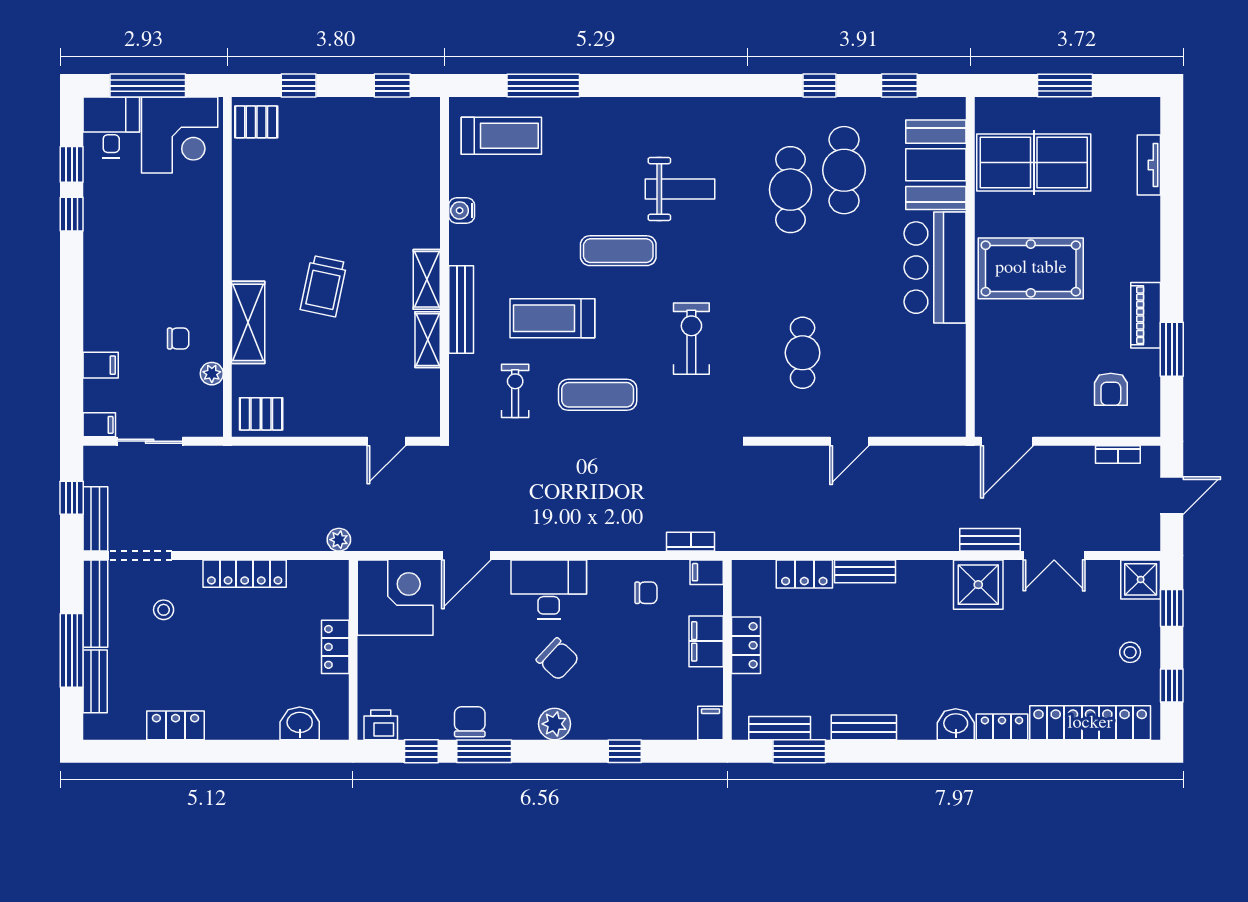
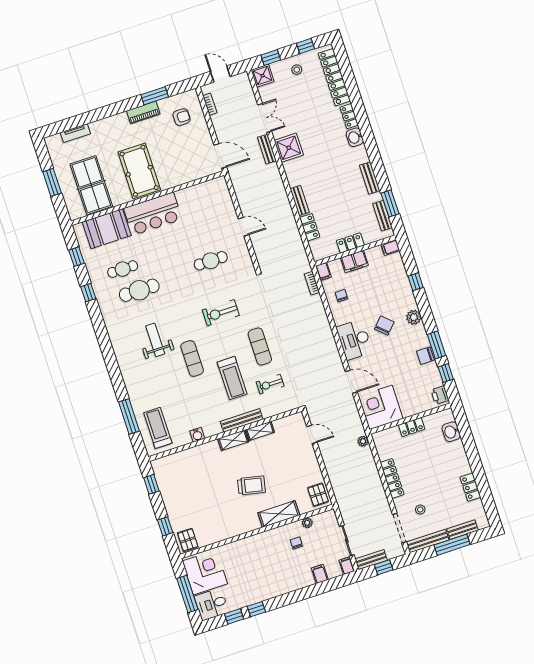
cafe table: (844, 170) -> (123, 269), width x0.73, depth x0.74
bench: (95, 519) -> (371, 560), moved

